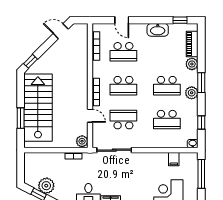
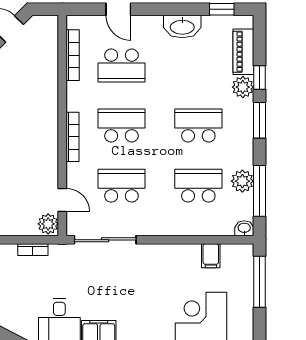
window: (201, 59) -> (259, 77), added
school desk: (123, 86) -> (121, 126), turned 180
school desk: (167, 86) -> (198, 126), turned 180
plant: (192, 93) -> (242, 181), moved
door: (90, 116) -> (62, 200), moved
school desk: (167, 120) -> (198, 186), turned 180
window: (201, 123) -> (259, 191), width x2.17

